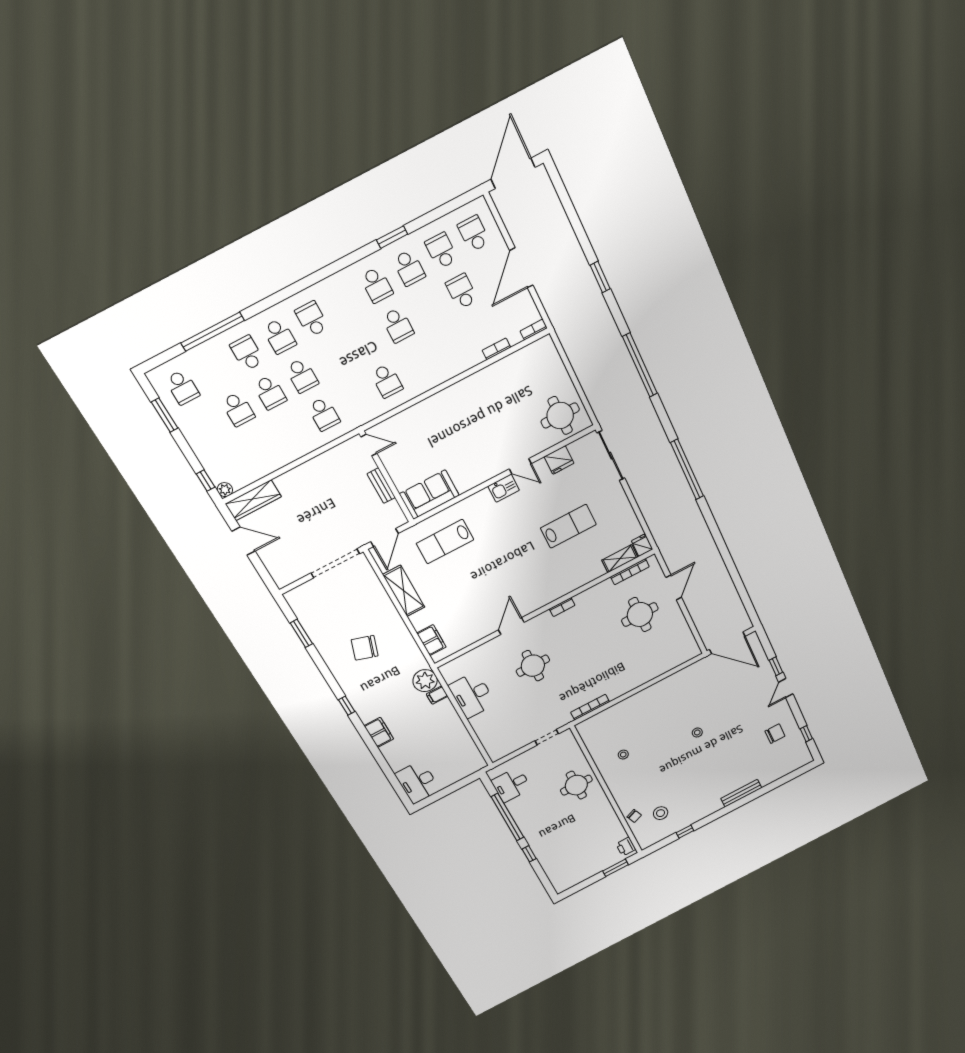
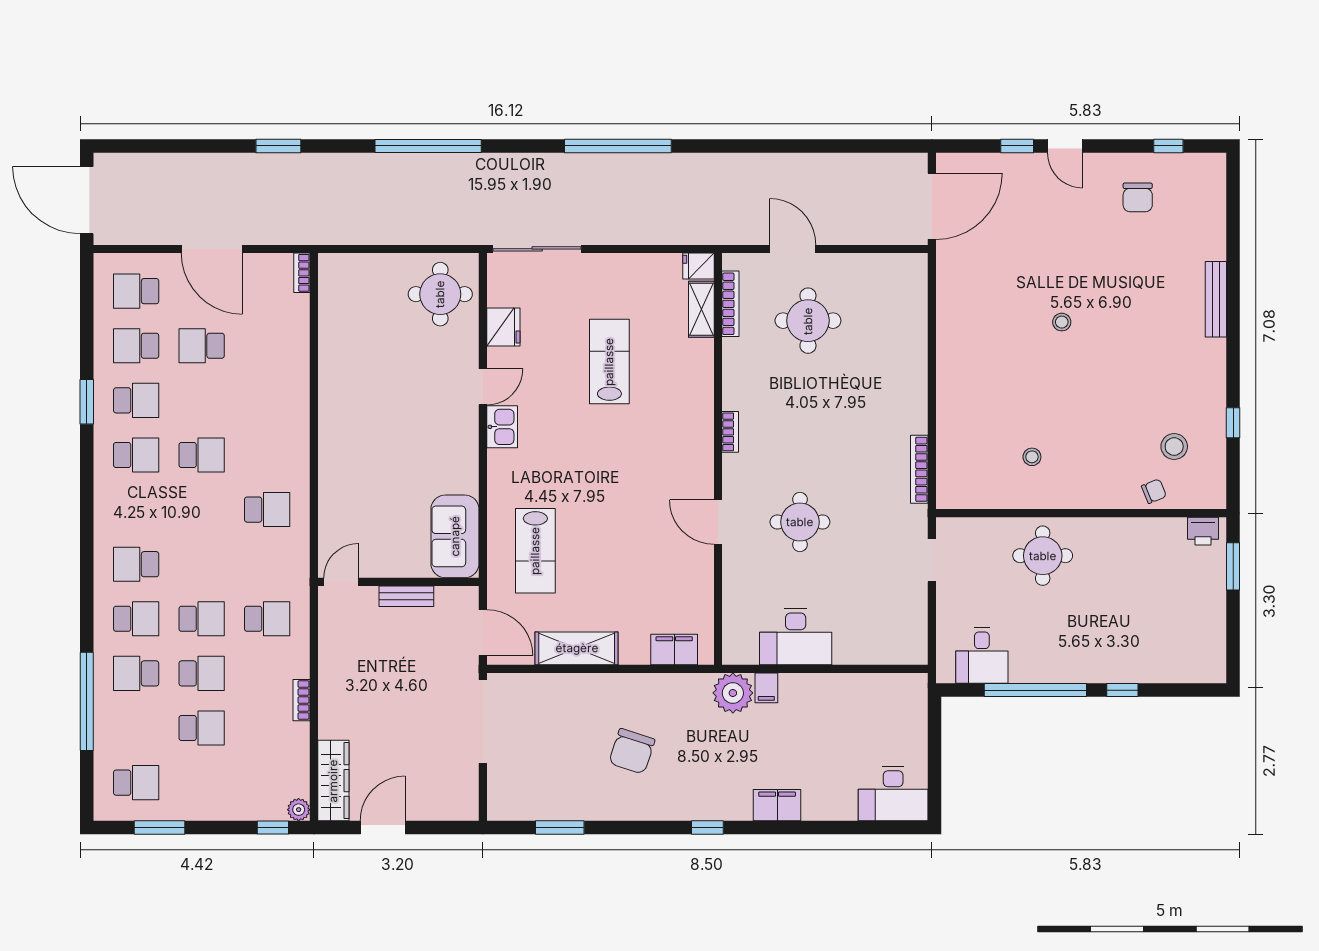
bookcase: (496, 349) -> (302, 700), moved
chair: (775, 734) -> (1138, 197), turned 180

